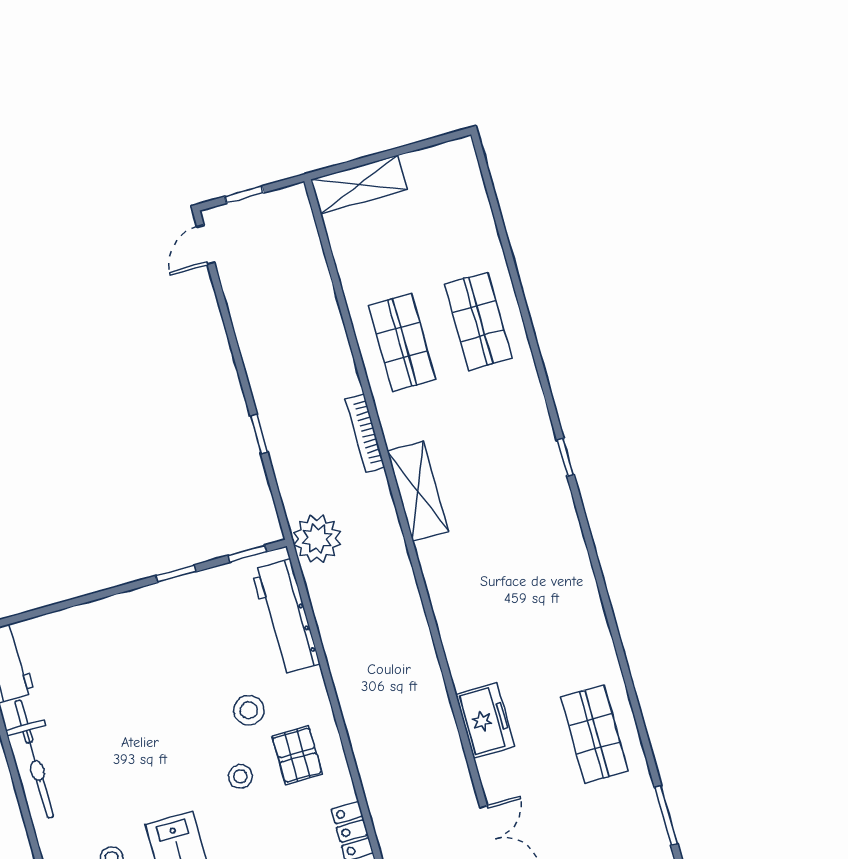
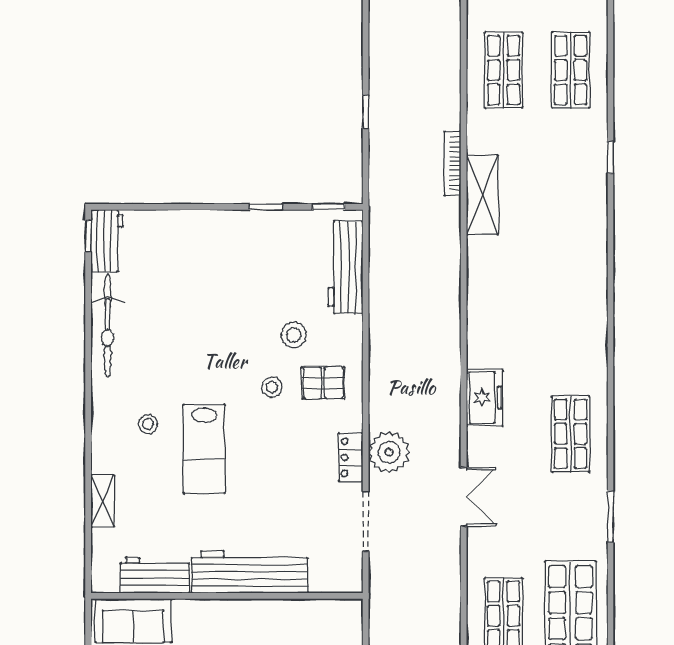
bookcase: (365, 433) -> (453, 163), moved
window: (565, 457) -> (611, 157), moved
plant: (317, 539) -> (389, 452), moved
pallet: (297, 755) -> (323, 383), turned 90

